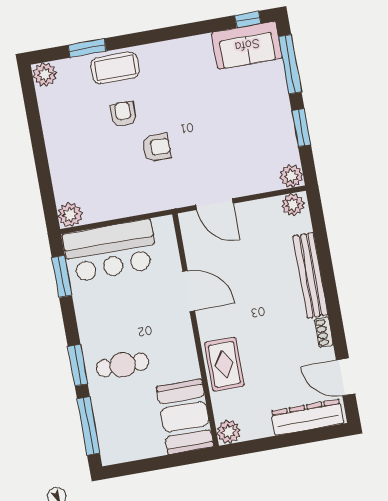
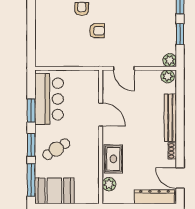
plant: (70, 215) -> (42, 60), removed
bar counter: (111, 251) -> (49, 99), moved, turned -90
window: (62, 276) -> (31, 111), moved
cafe table: (123, 365) -> (56, 149), turned -33
booth: (185, 417) -> (54, 191), moved, turned 90
plant: (229, 432) -> (109, 184), moved

